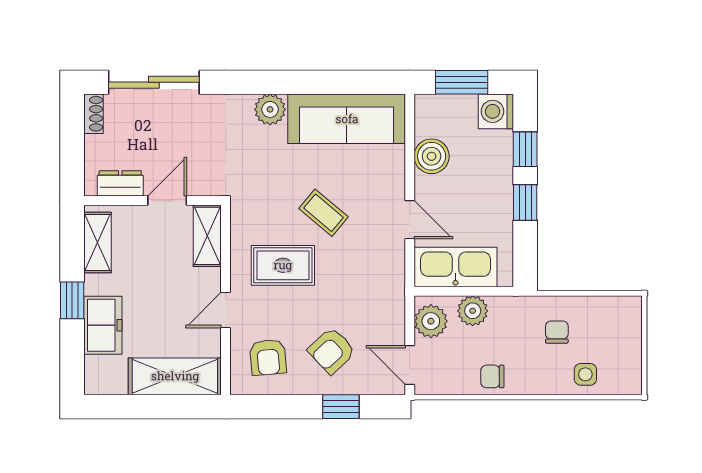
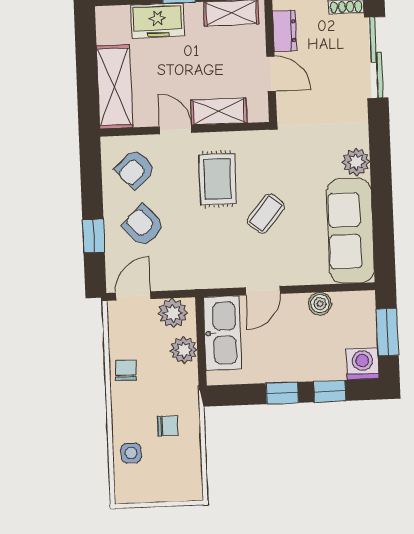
boiler: (432, 156) -> (320, 304), width x0.73, depth x0.73
shelving: (207, 236) -> (219, 112), moved
armchair: (268, 357) -> (135, 169), turned -38

